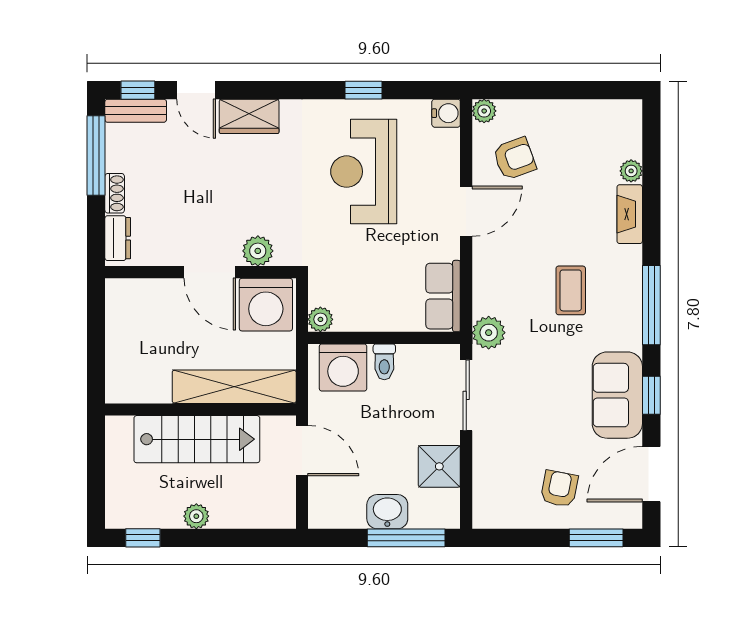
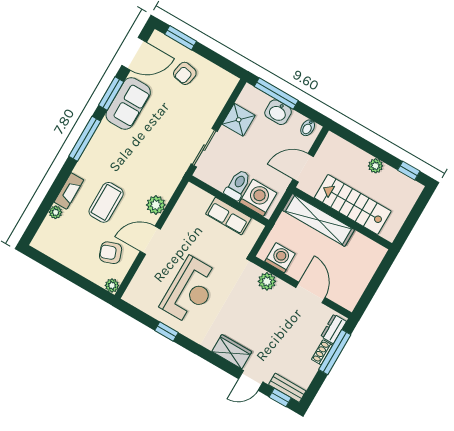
door: (196, 90) -> (251, 380), swing flipped
water cooler: (446, 113) -> (132, 296), removed
window: (96, 156) -> (335, 352), moved
door: (210, 272) -> (310, 292), moved
coffee table: (571, 290) -> (106, 202), moved, width x1.36, depth x1.30
row of seats: (443, 296) -> (229, 216), moved, turned 90
washing machine: (266, 305) -> (280, 258), width x0.73, depth x0.73
plant: (320, 319) -> (255, 229), removed
plant: (489, 333) -> (156, 205), moved
toilet: (384, 362) -> (238, 185), width x1.37, depth x1.39
window: (651, 395) -> (111, 93), width x1.50
door: (302, 451) -> (303, 168), hinge flipped
bidet: (330, 514) -> (308, 128), added

